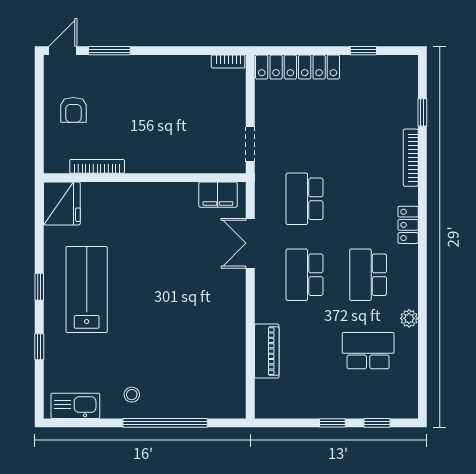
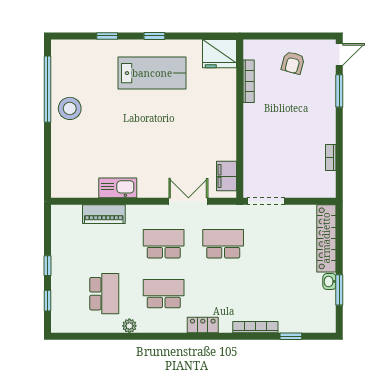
door: (63, 51) -> (339, 55), hinge flipped
window: (363, 51) -> (339, 290), width x1.50
bookcase: (228, 62) -> (331, 157), moved
washbasin: (353, 63) -> (329, 281), added
armchair: (73, 110) -> (293, 63), turned -75
doorway: (250, 144) -> (266, 201), width x1.38
stool: (132, 395) -> (70, 108), width x1.89, depth x1.89
kitchen sink: (75, 406) -> (118, 188), moved, turned -90
window: (165, 423) -> (48, 89), moved

